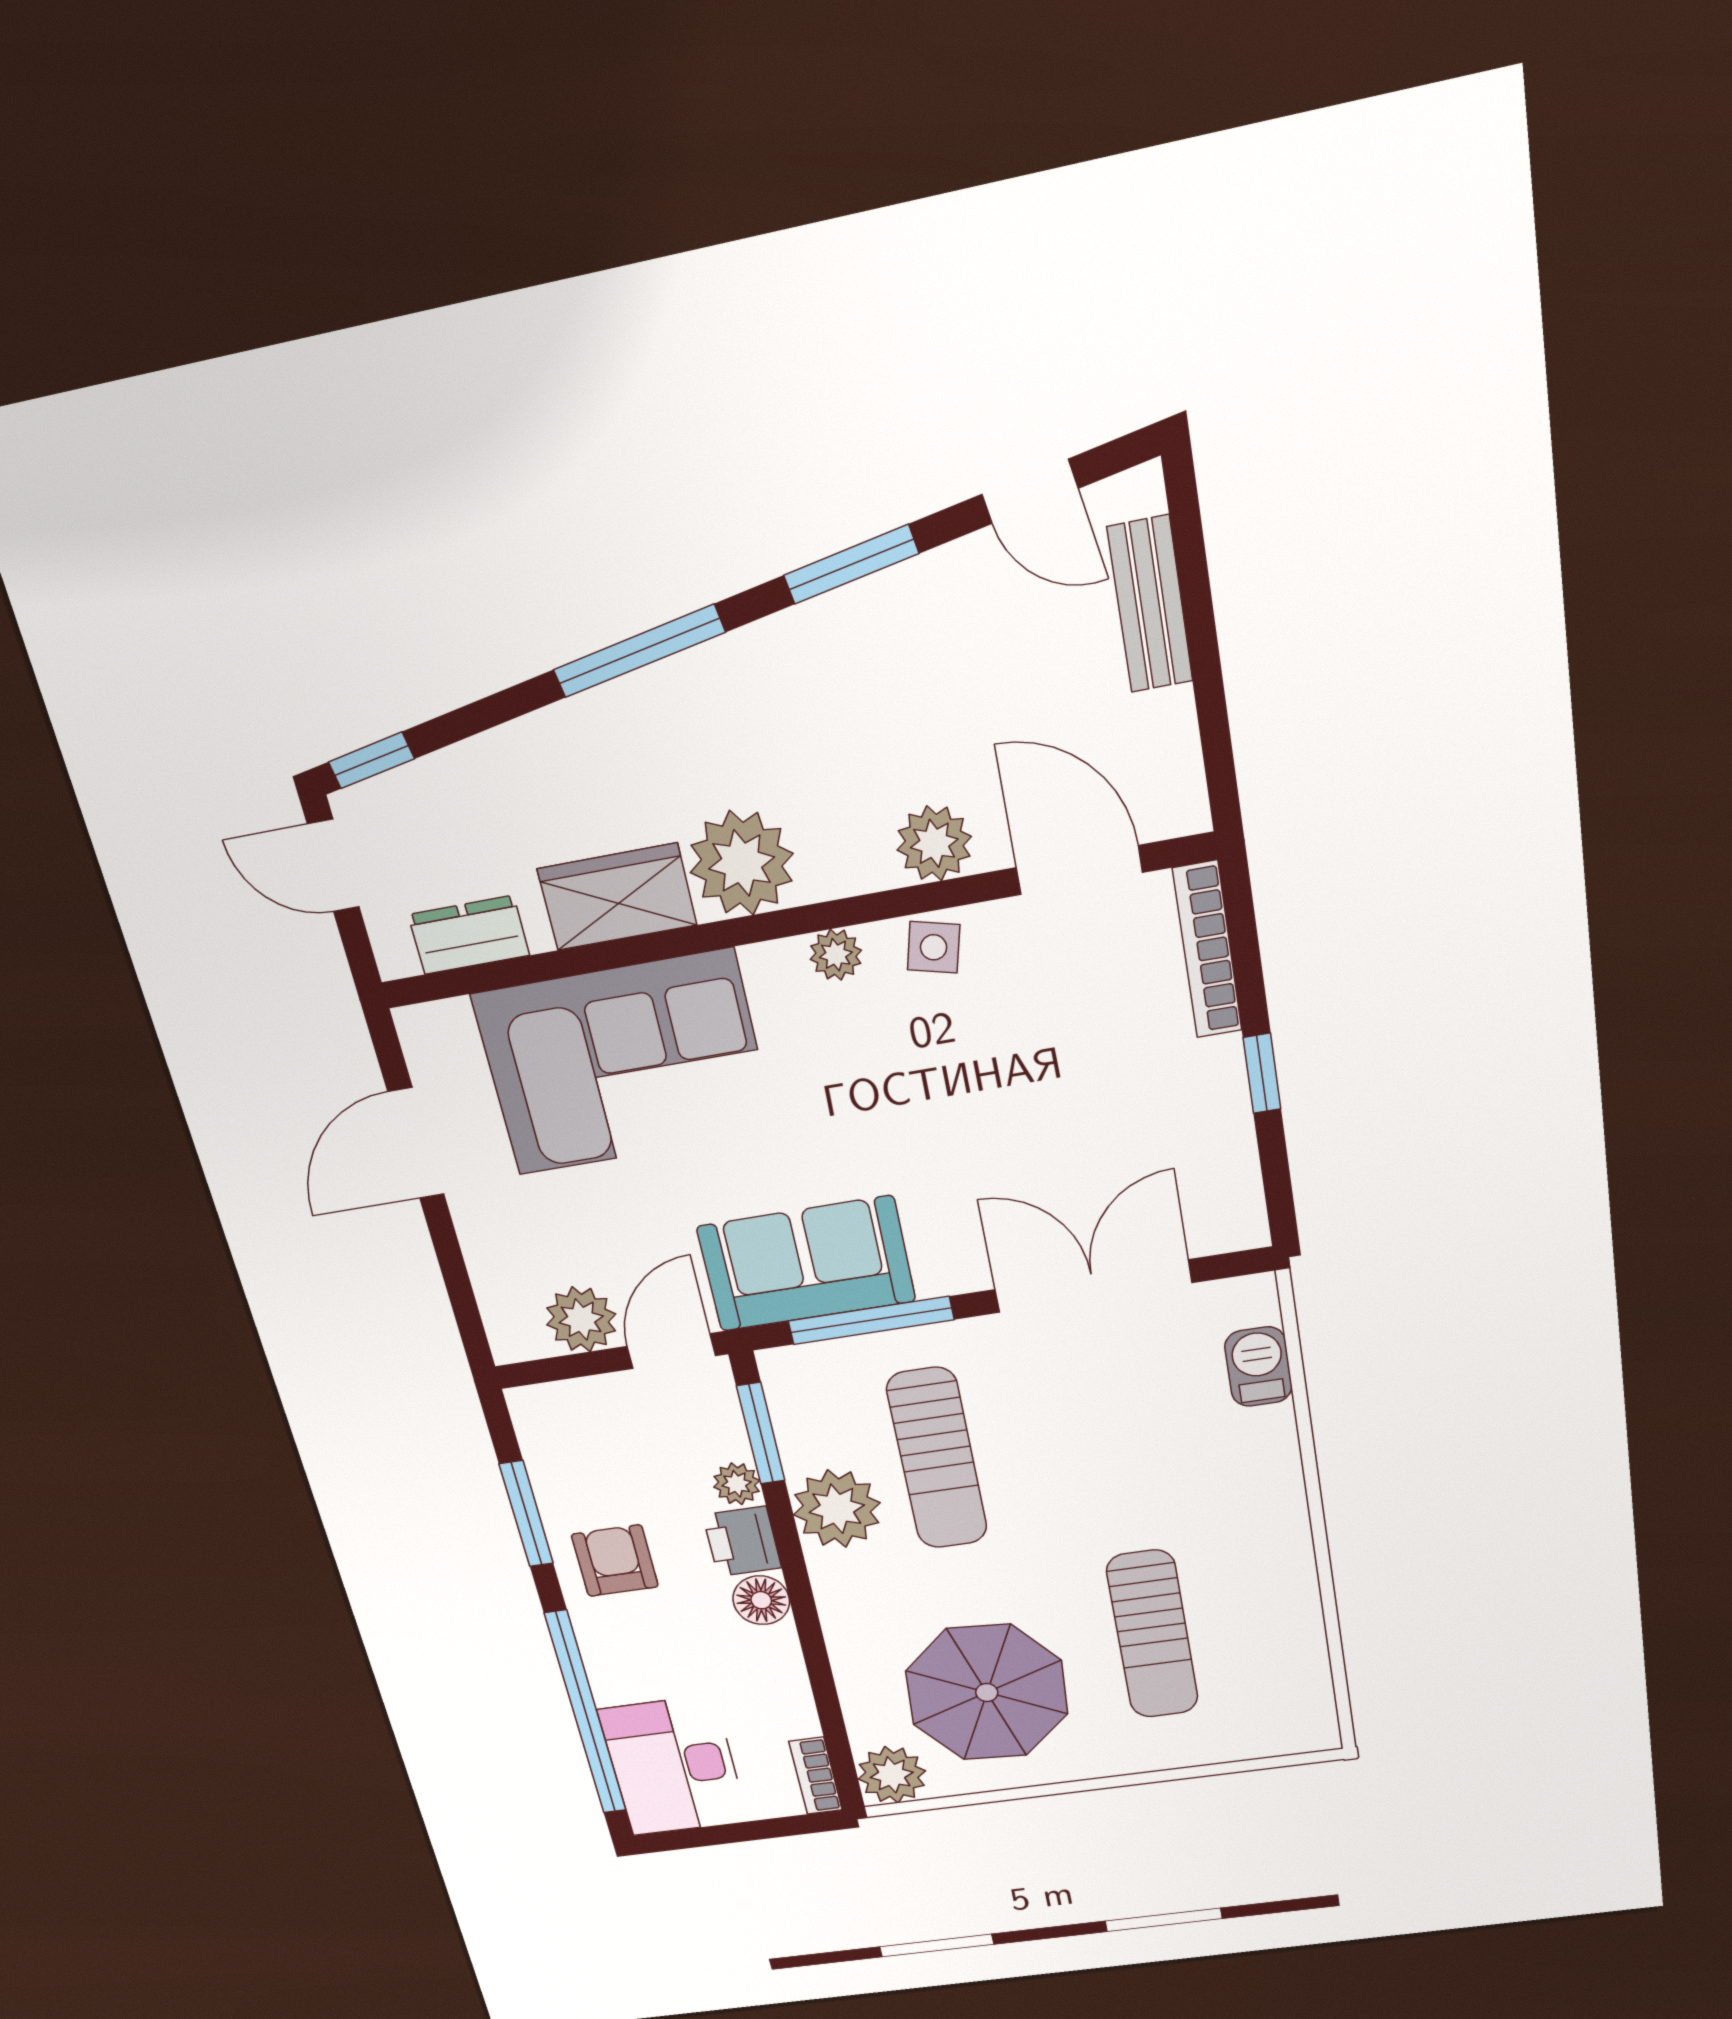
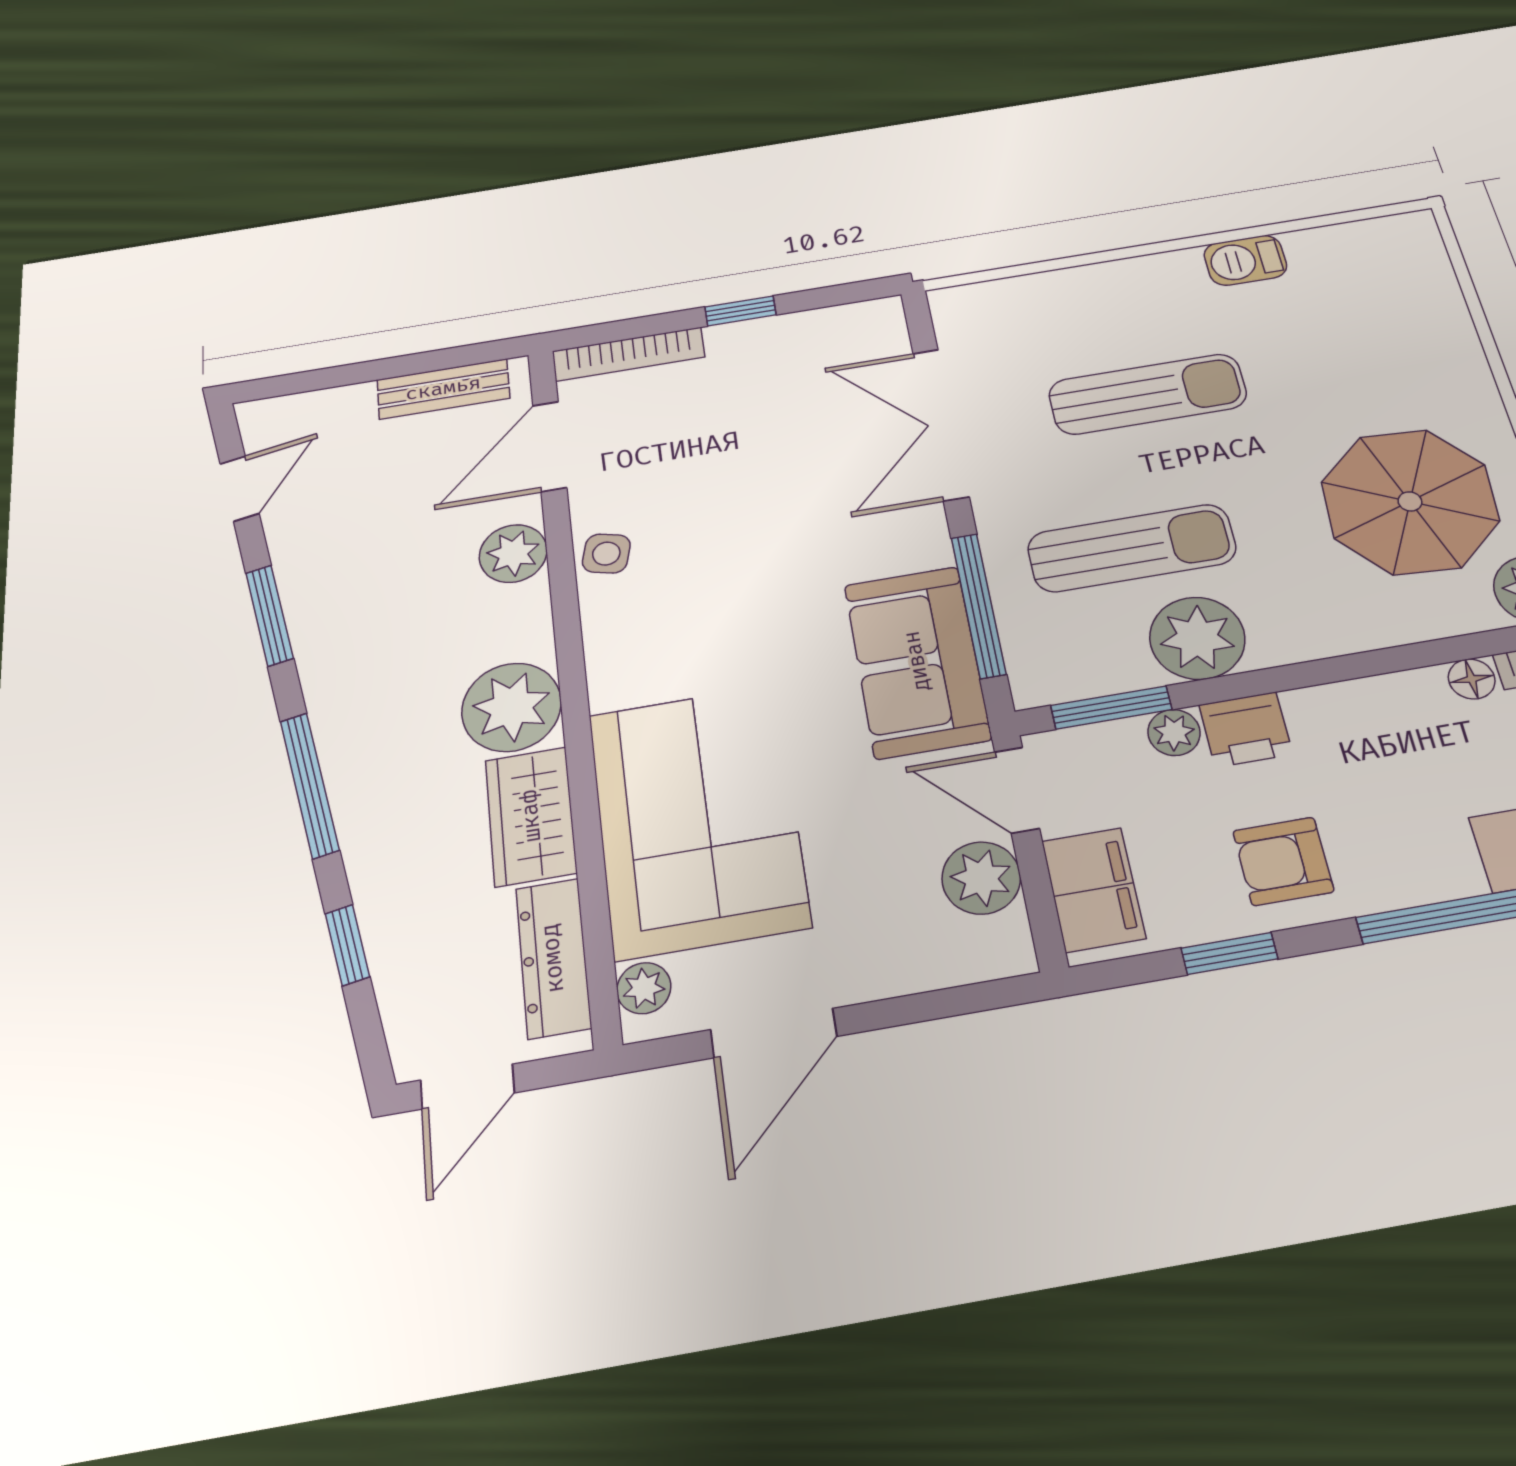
bench: (1150, 604) -> (443, 389), moved
window: (371, 760) -> (347, 945), moved
dresser: (469, 935) -> (553, 958), width x1.44
plant: (836, 955) -> (644, 988), moved
door: (416, 1143) -> (774, 1033), hinge flipped
barbecue: (1258, 1367) -> (1245, 260), moved
filing cabinet: (577, 1411) -> (1093, 889), added
window: (526, 1514) -> (1229, 953), width x0.67
floor lamp: (761, 1600) -> (1472, 679), moved, width x0.73, depth x0.73
sun lounger: (1152, 1635) -> (1148, 394), moved

